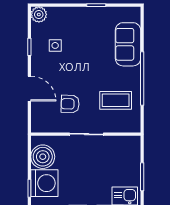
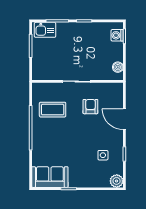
sofa: (128, 44) -> (50, 177), moved, turned -90
armchair: (70, 104) -> (90, 107), turned -92
boiler: (43, 157) -> (118, 67), width x0.54, depth x0.54
washing machine: (44, 183) -> (117, 35), width x0.53, depth x0.53

